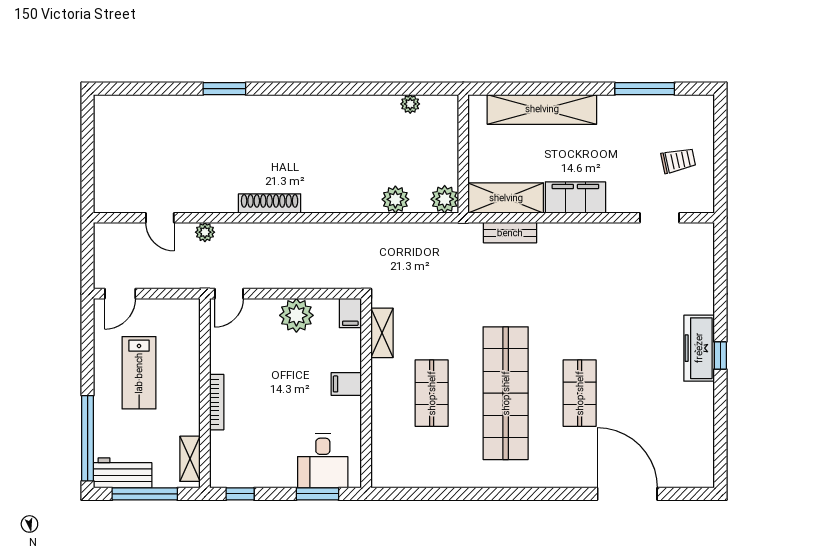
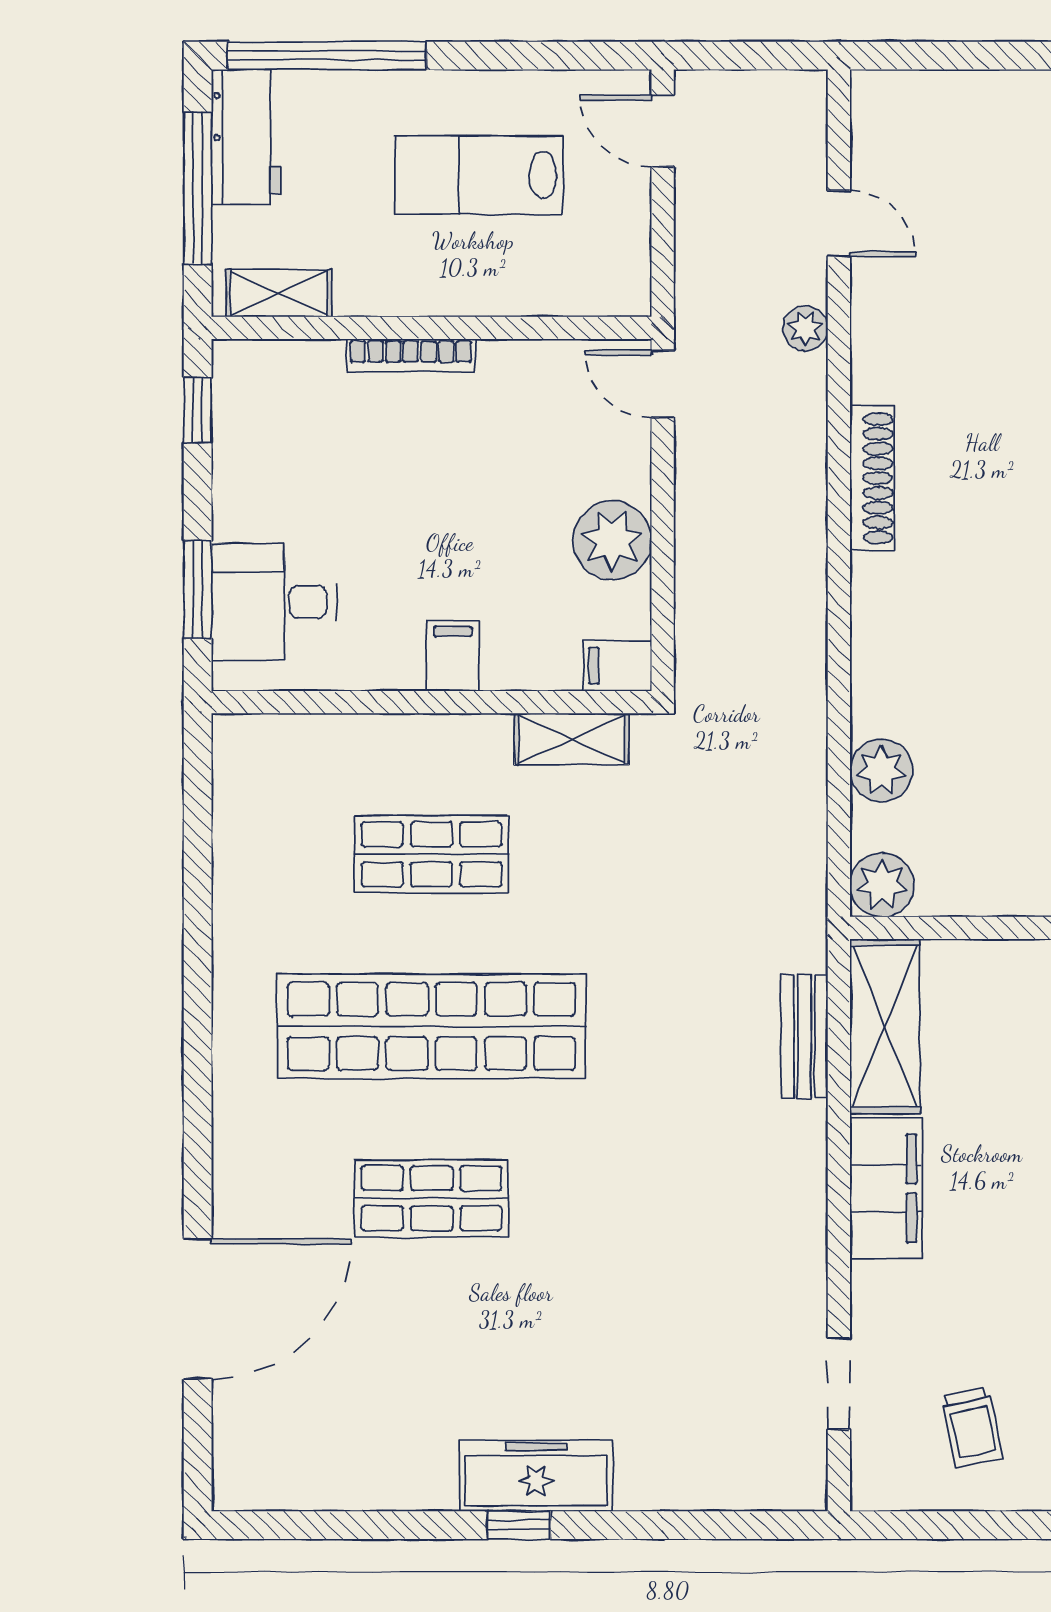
door: (160, 218) -> (839, 224), swing flipped

